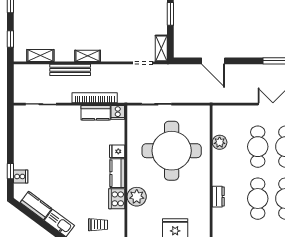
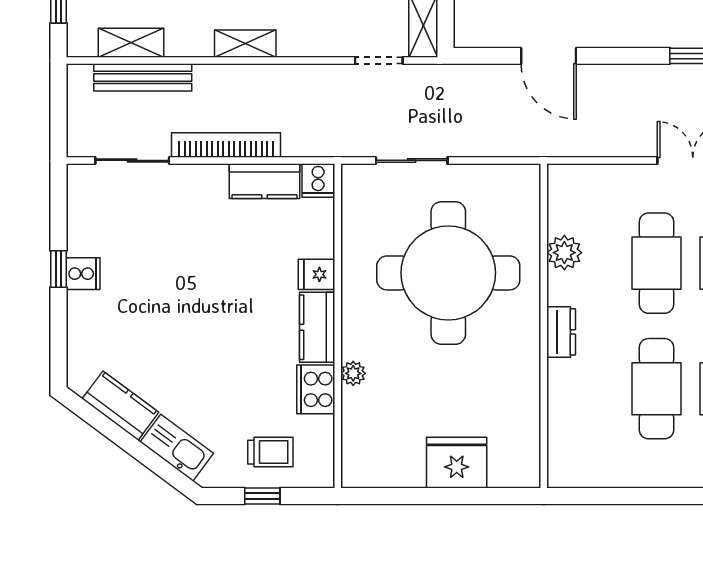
bench: (70, 70) -> (143, 77), moved
bookcase: (95, 98) -> (226, 145), moved
window: (10, 171) -> (59, 269), moved
cooker: (21, 176) -> (83, 274), moved
plant: (137, 197) -> (353, 373), width x0.53, depth x0.53
dresser: (218, 197) -> (561, 332), moved

